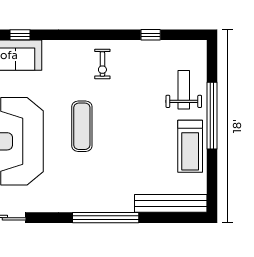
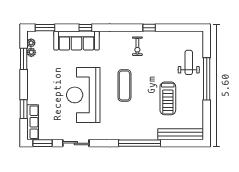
window: (151, 35) -> (149, 28), moved
treadmill: (190, 146) -> (168, 98), moved

